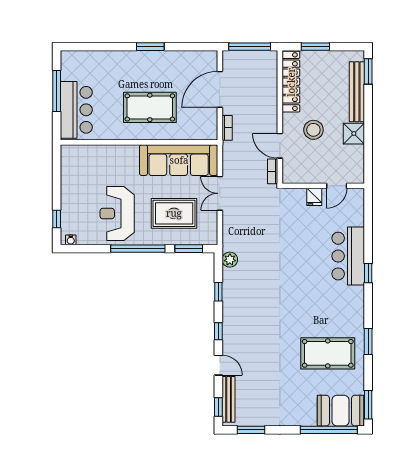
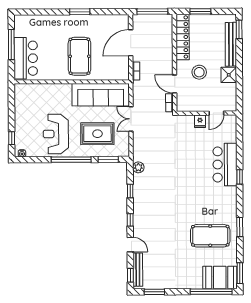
pool table: (150, 107) -> (79, 56), turned 90

